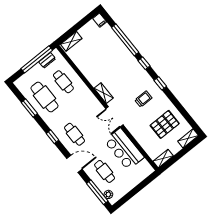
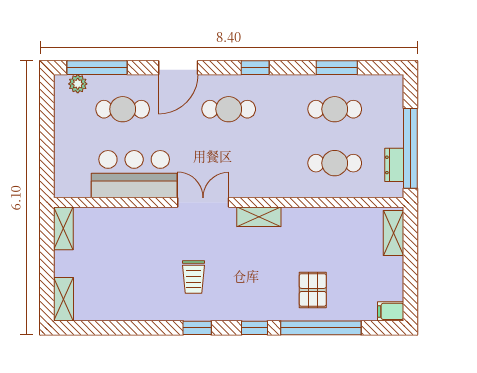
cafe table: (44, 97) -> (335, 109), width x0.73, depth x0.74
pallet: (165, 124) -> (313, 290), moved, width x0.67, depth x0.71

